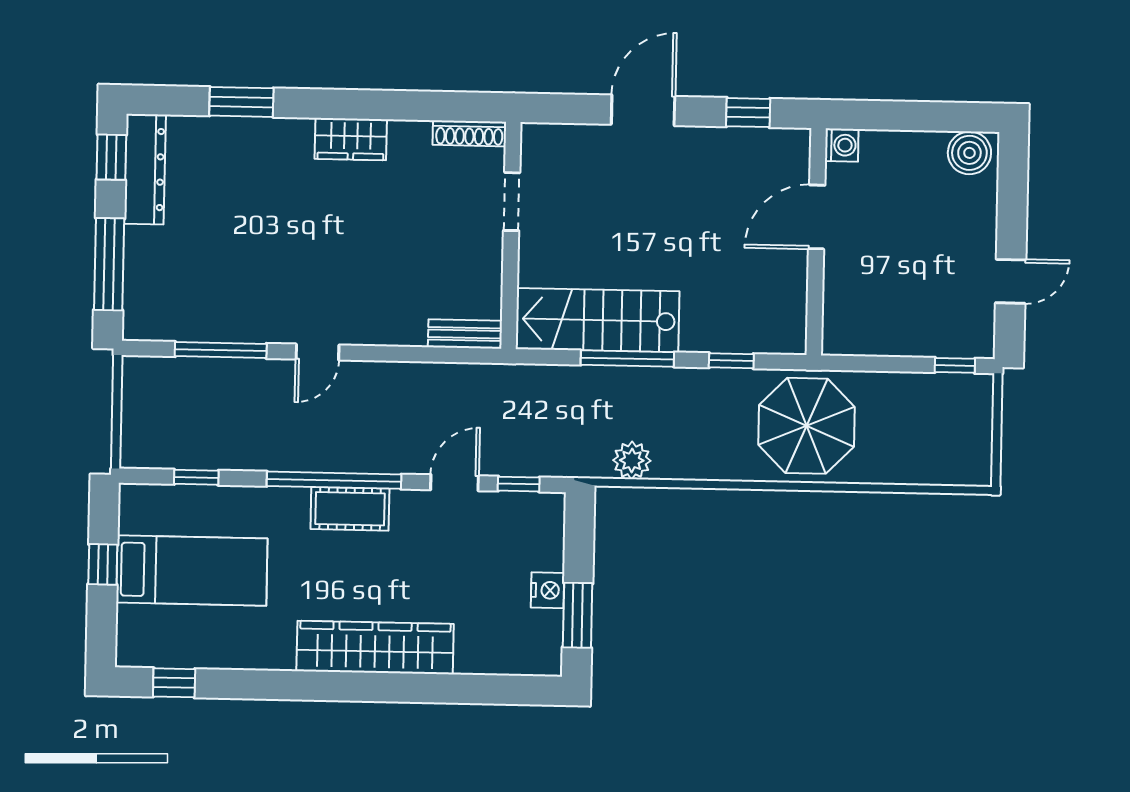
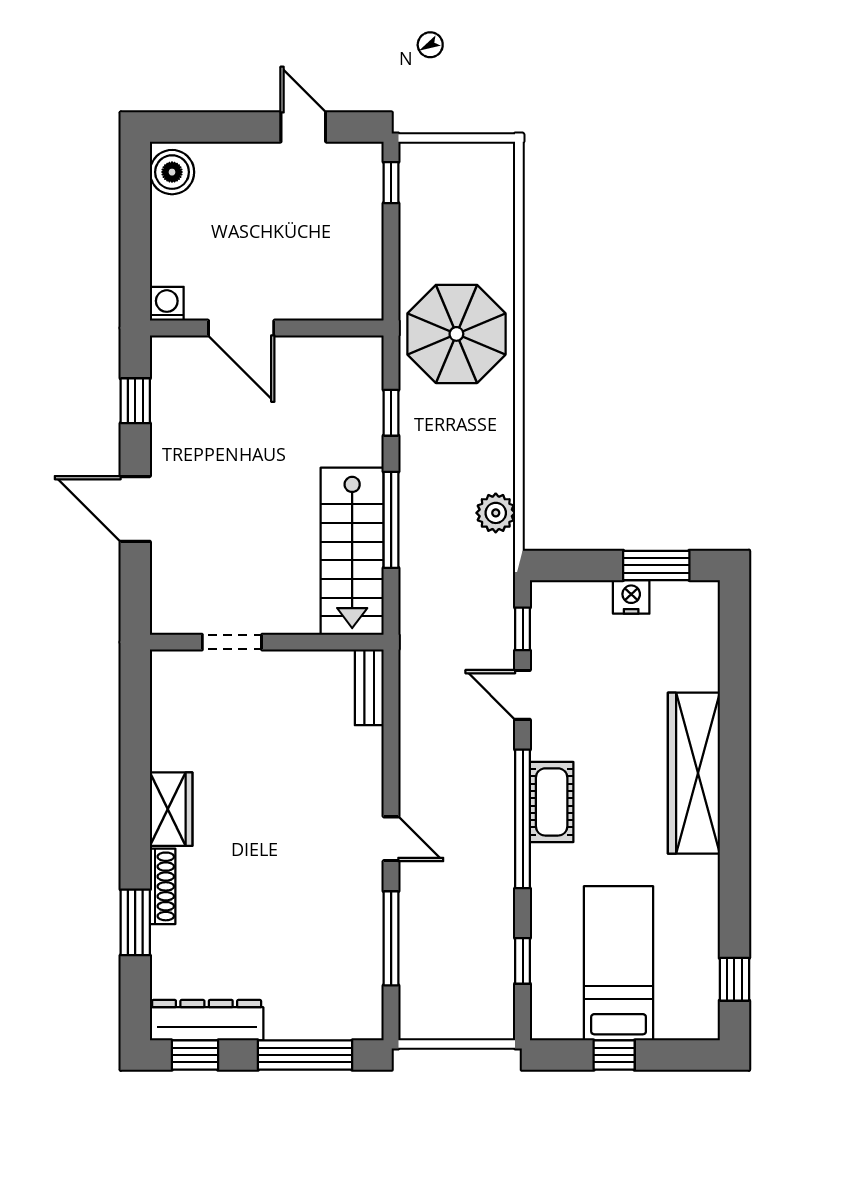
shoe rack: (469, 133) -> (163, 886), moved

